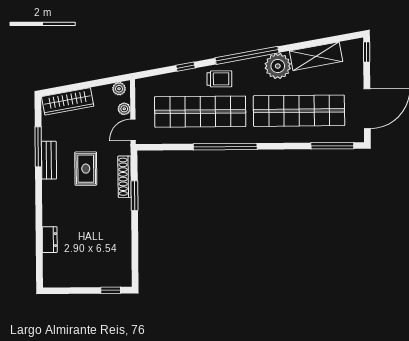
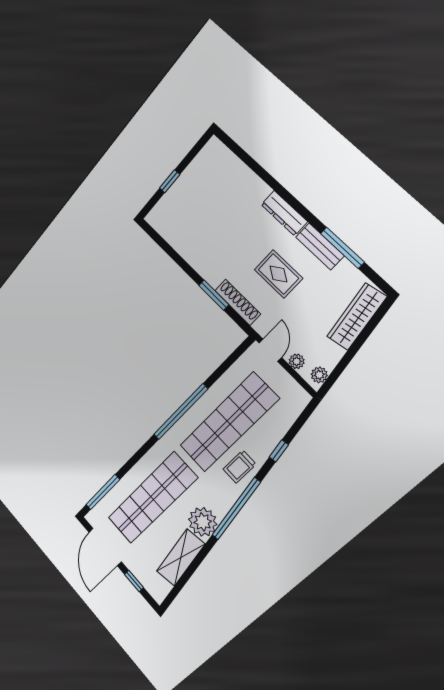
window: (367, 52) -> (134, 581), moved
dresser: (50, 240) -> (284, 213), moved, width x1.44
window: (111, 290) -> (170, 181), moved

